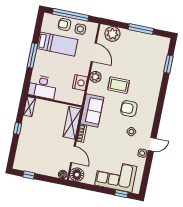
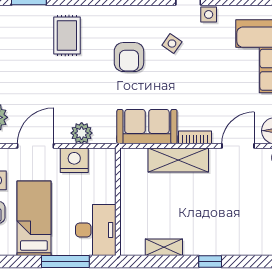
nightstand: (80, 83) -> (74, 160), moved
rug: (119, 85) -> (67, 36), moved
desk: (42, 87) -> (96, 230), moved
wall: (54, 101) -> (118, 202), moved

